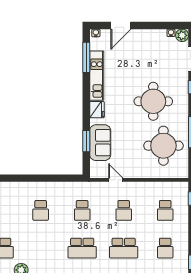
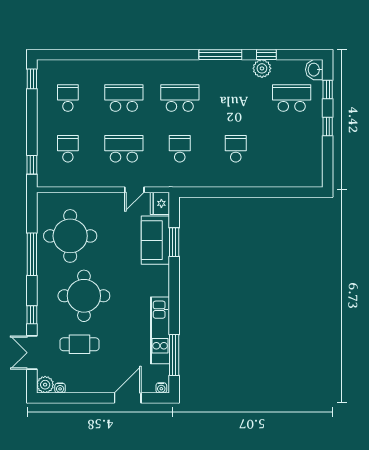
cafe table: (157, 65) -> (79, 344), added
fridge: (97, 110) -> (160, 203), moved
door: (116, 180) -> (134, 190), hinge flipped
school desk: (124, 210) -> (124, 149), width x1.85

